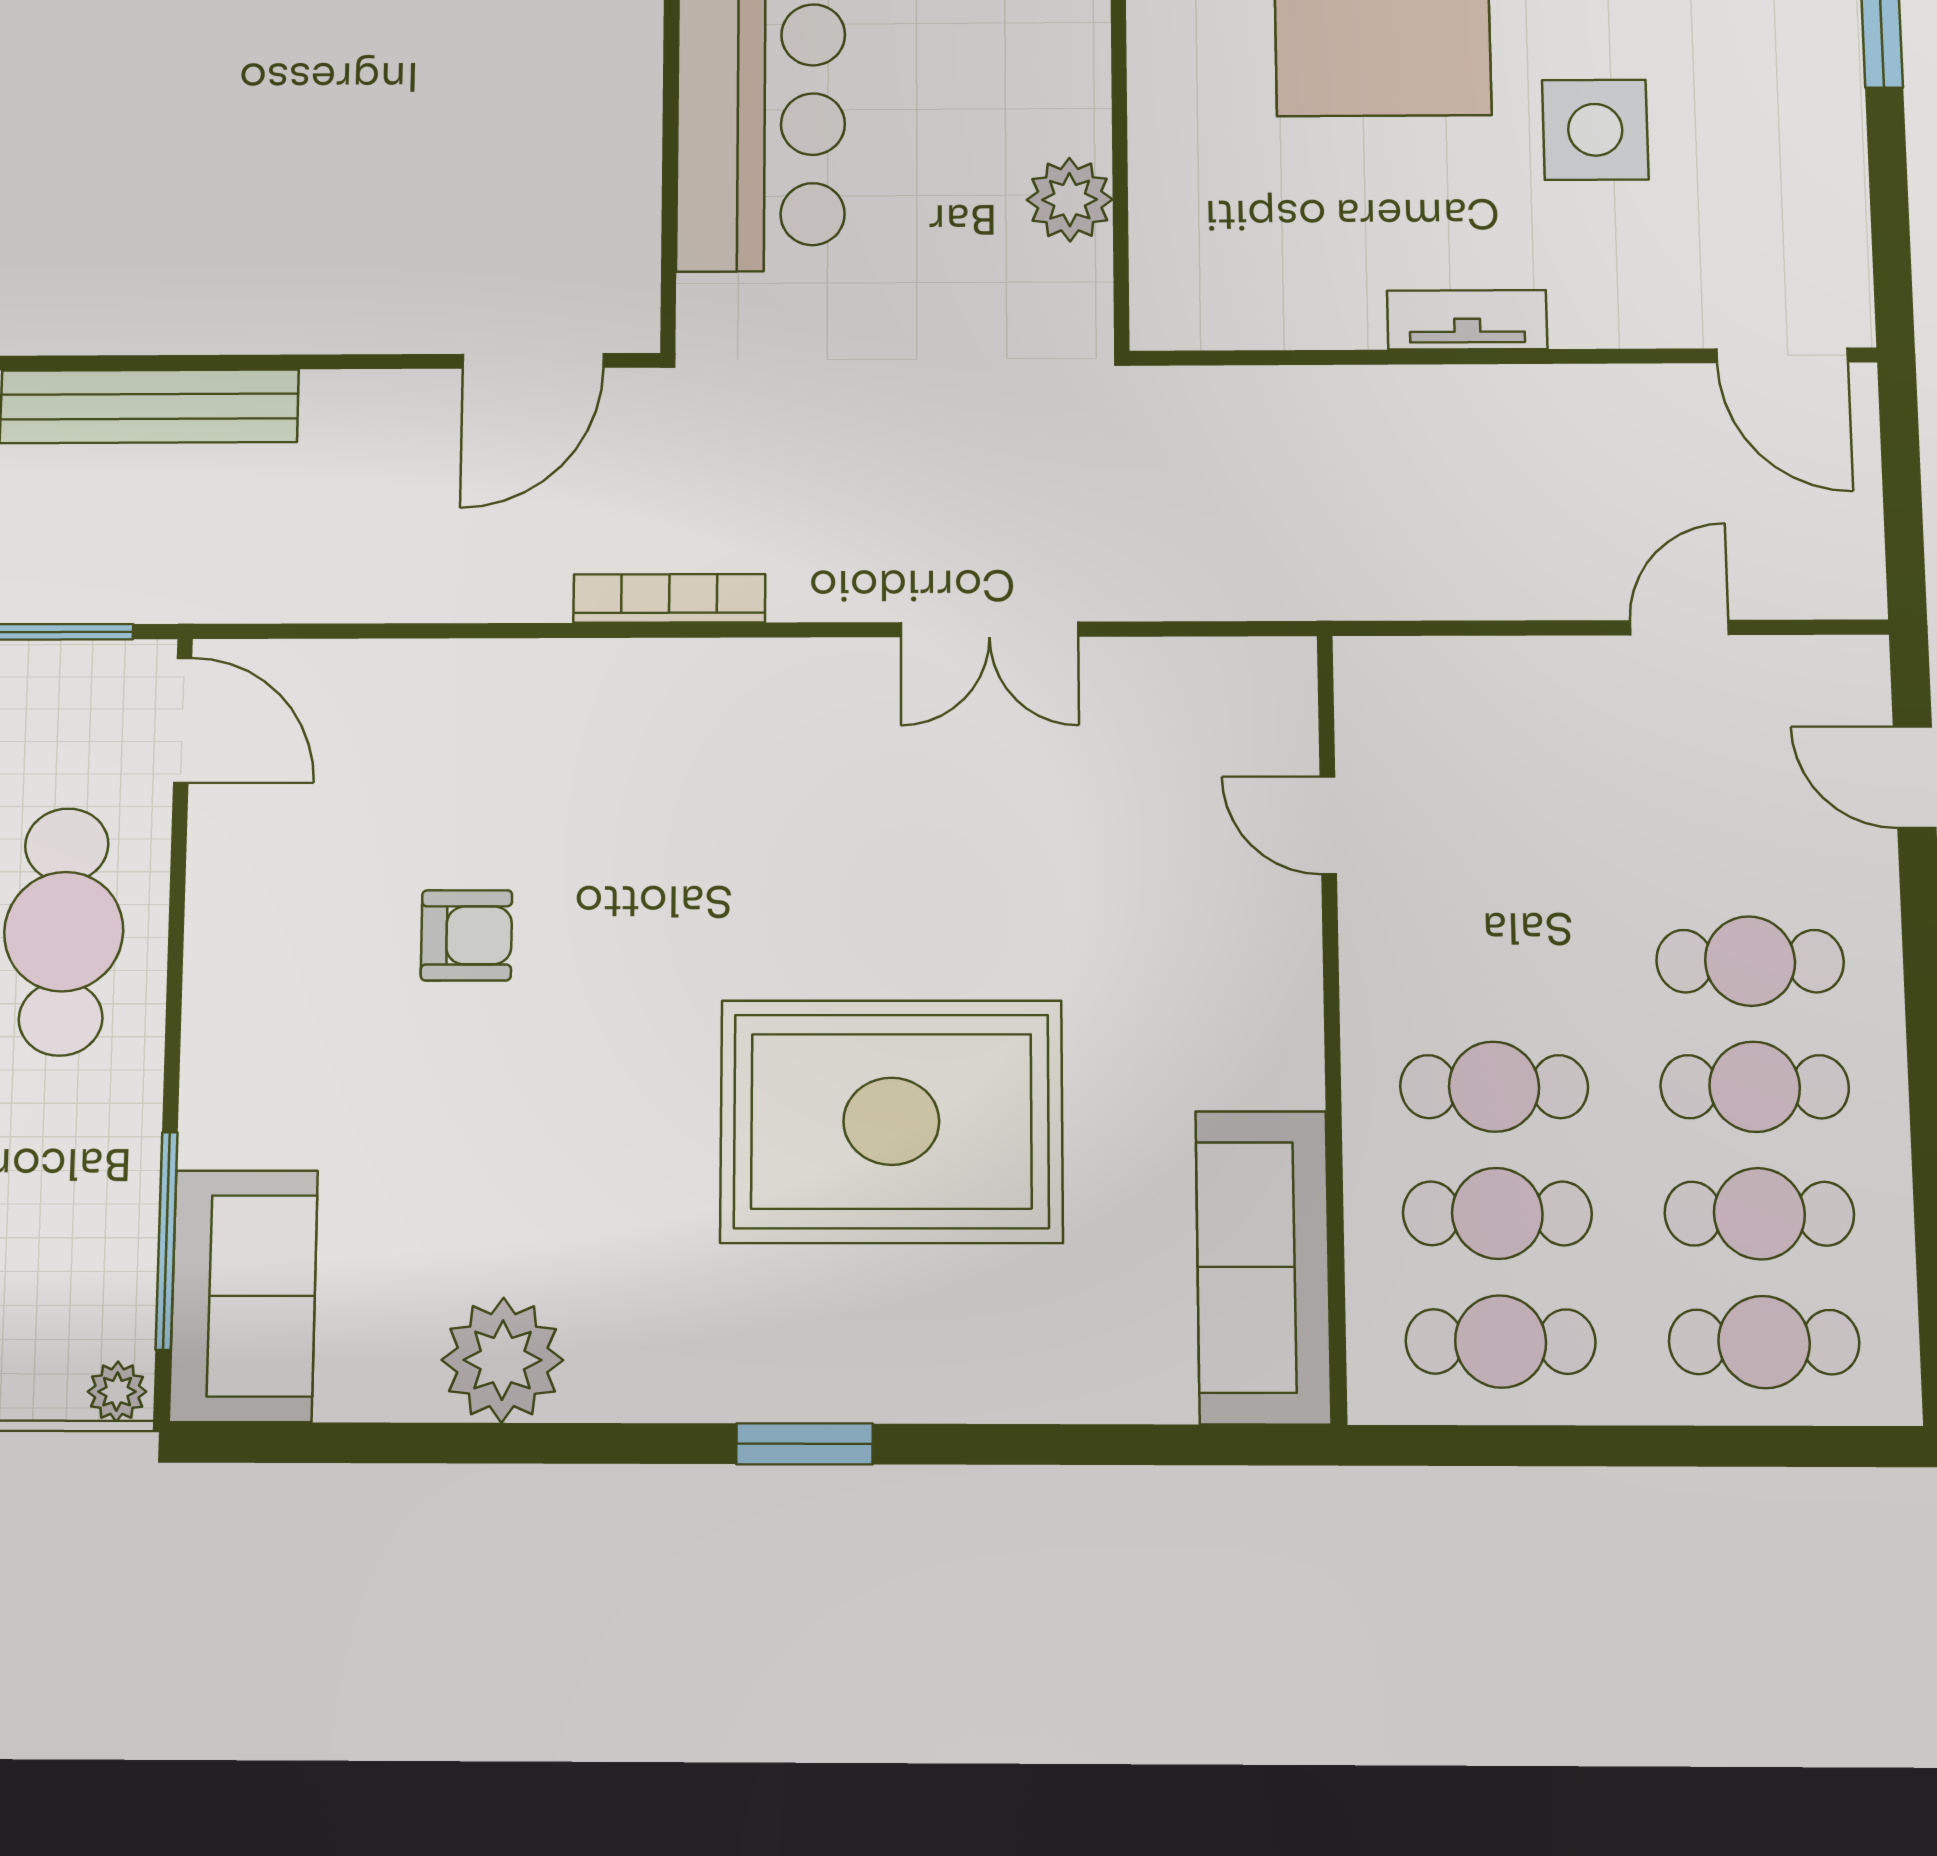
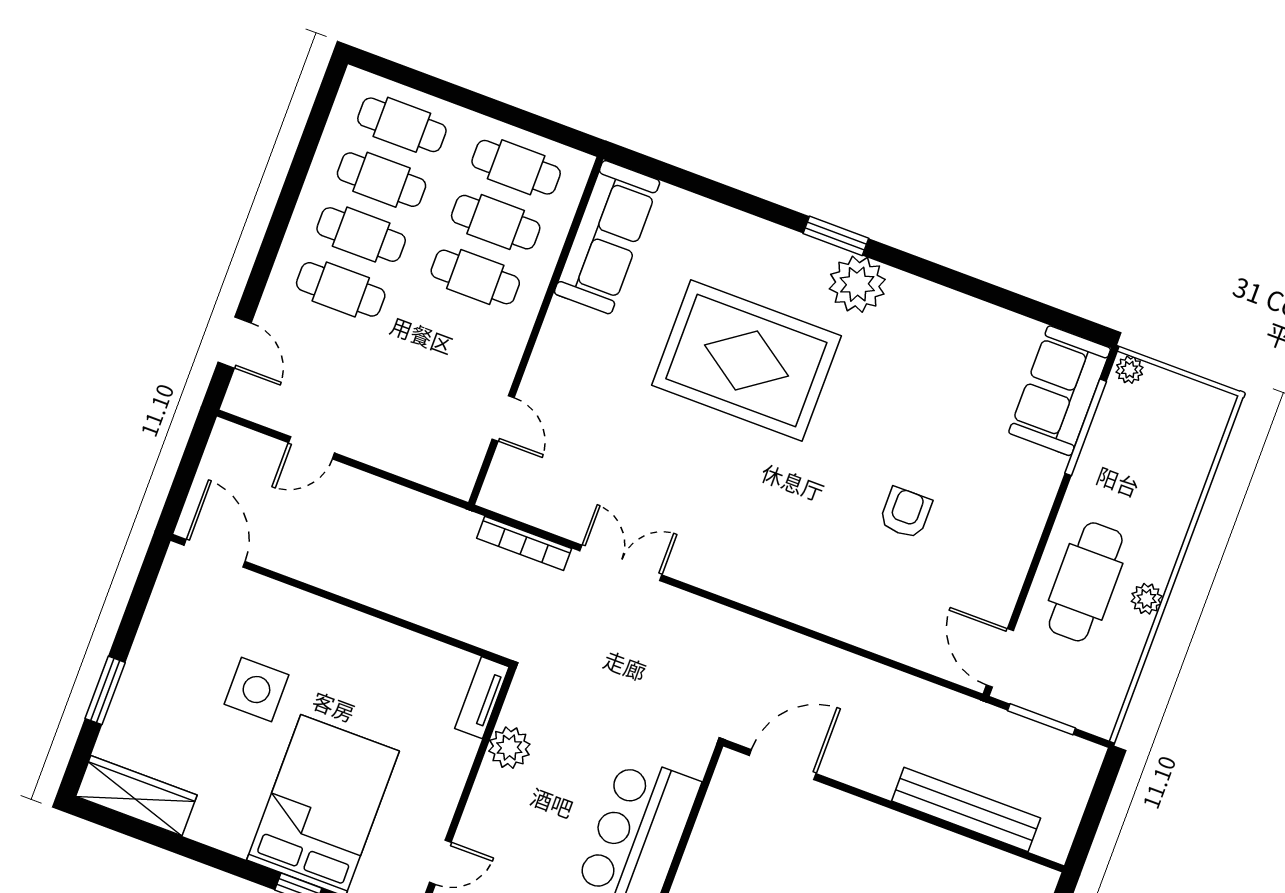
tv unit: (1467, 320) -> (482, 698), moved, turned 90
bookcase: (669, 598) -> (524, 543), moved
armchair: (466, 935) -> (906, 513), turned 90
plant: (502, 1360) -> (857, 284), moved

